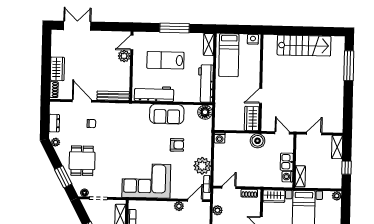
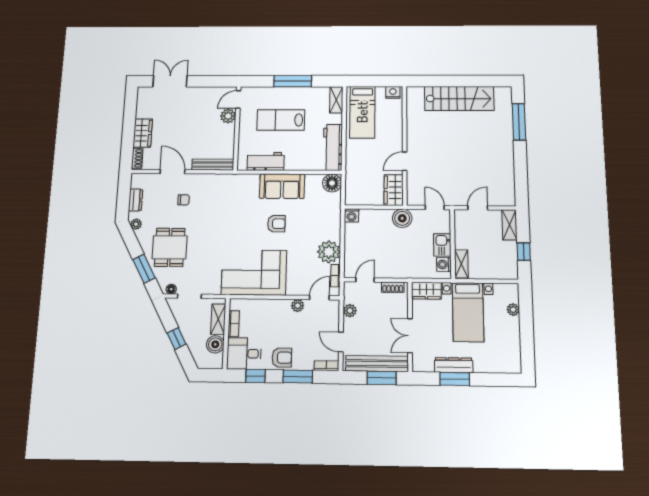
workbench: (154, 94) -> (266, 161), width x0.73
armchair: (177, 145) -> (276, 224), moved
plant: (337, 196) -> (513, 310), moved

